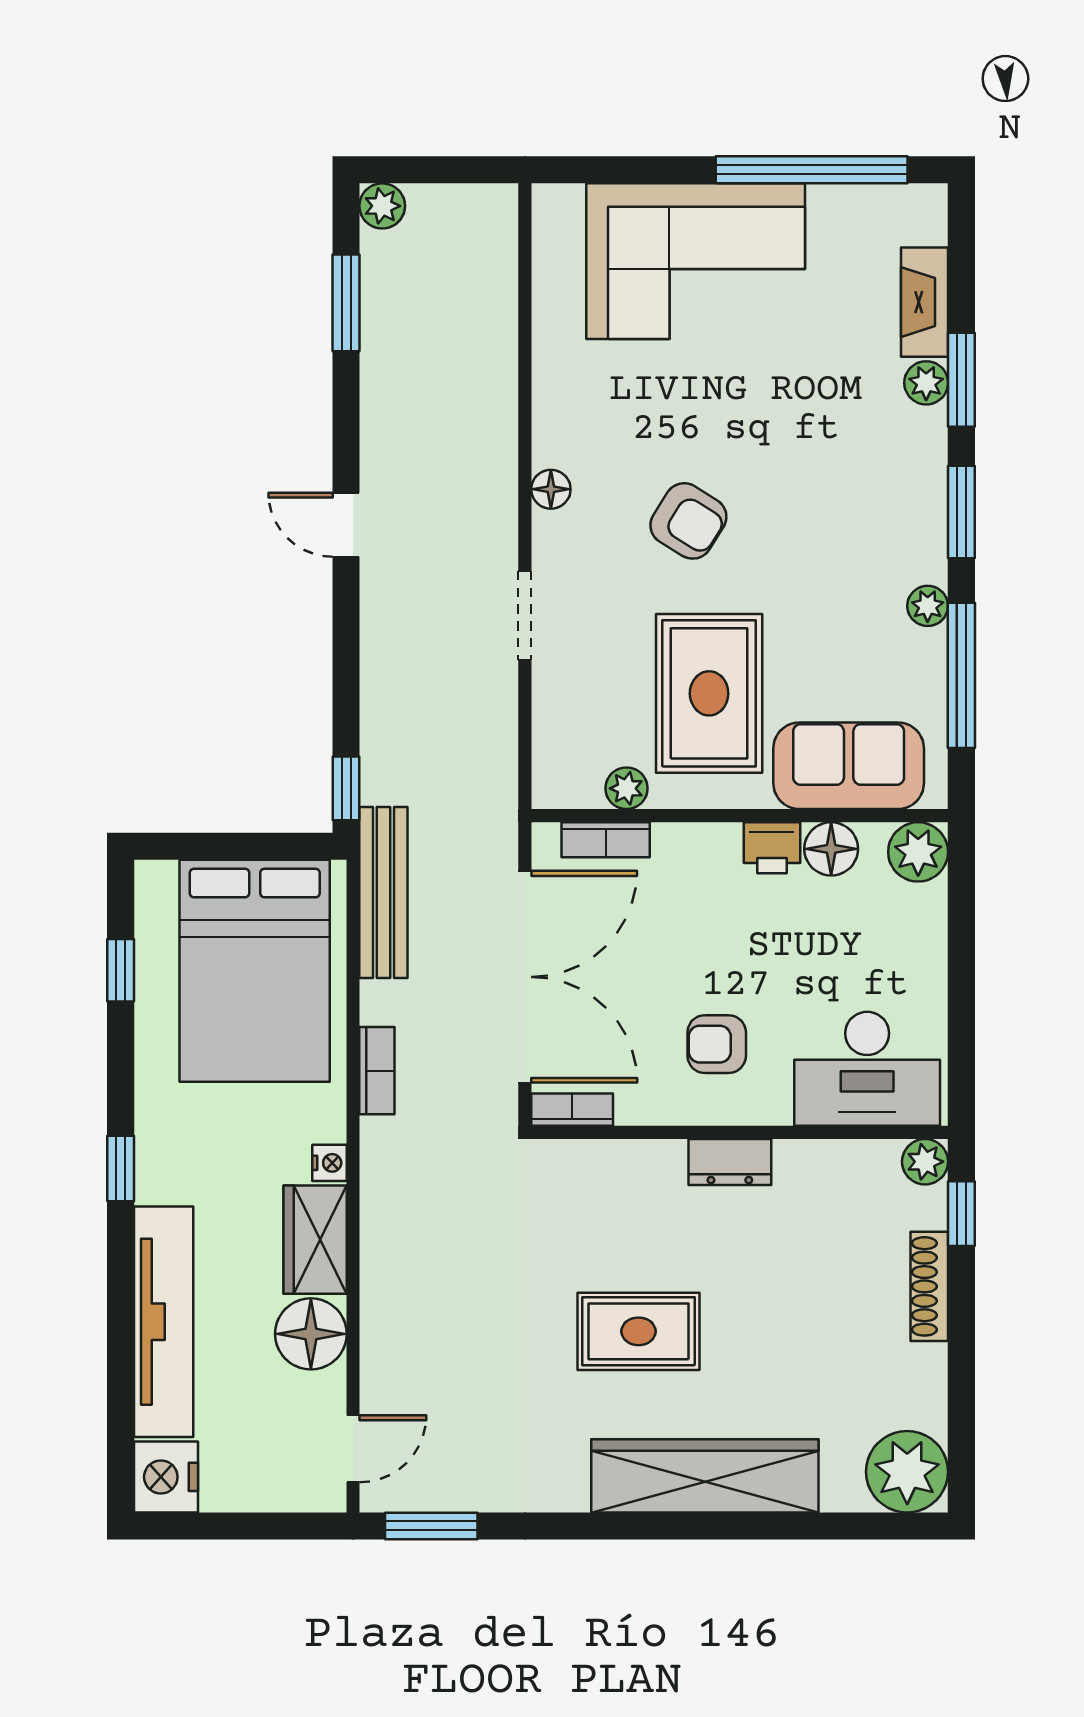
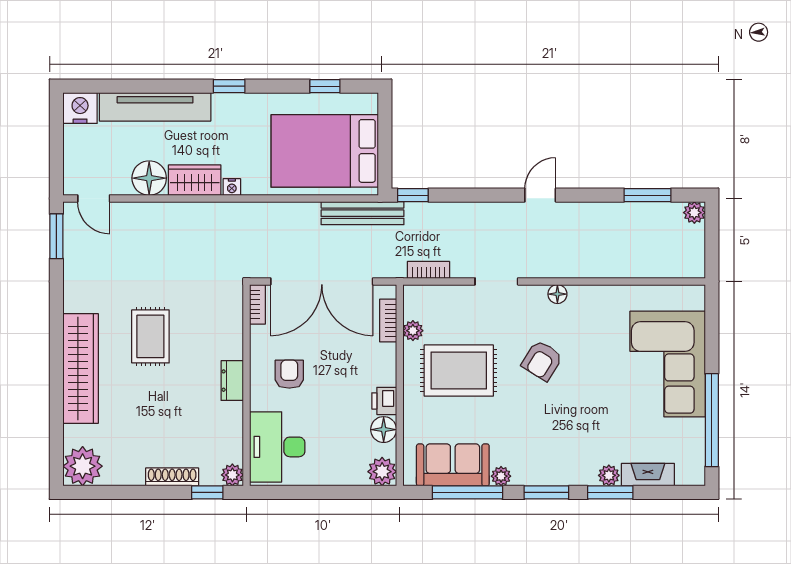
sofa: (849, 766) -> (453, 465), moved, turned -90
bookcase: (377, 1071) -> (428, 270), moved, turned 180

